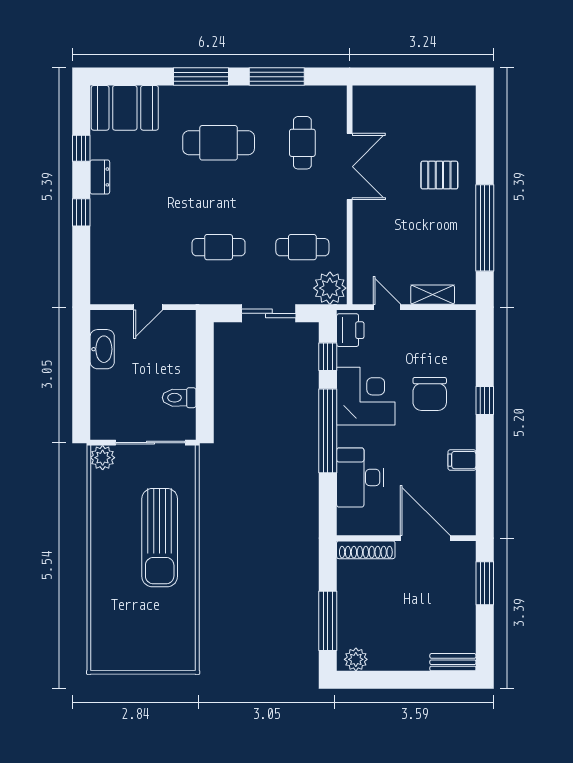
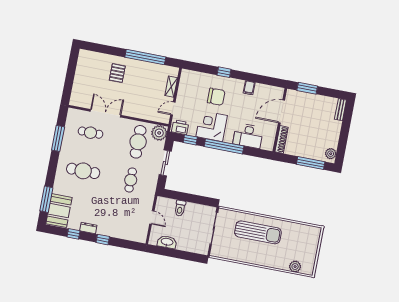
window: (201, 77) -> (46, 199), moved
cafe table: (219, 143) -> (83, 171), turned 90
cafe table: (302, 247) -> (138, 142), width x1.37, depth x1.35
toilet: (179, 398) -> (180, 208), moved
plant: (103, 458) -> (295, 267), moved

